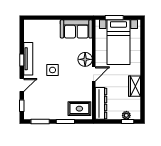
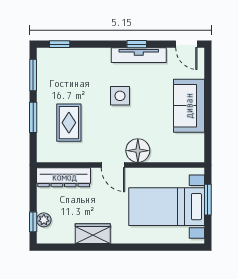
sofa: (76, 29) -> (189, 106), moved
door: (22, 85) -> (186, 44), moved
rug: (79, 109) -> (69, 123), moved

